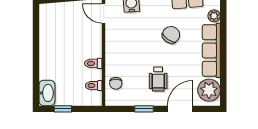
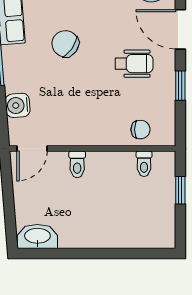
toilet: (93, 63) -> (77, 164), moved
washbasin: (47, 93) -> (37, 236), moved
window: (63, 109) -> (180, 190), moved

